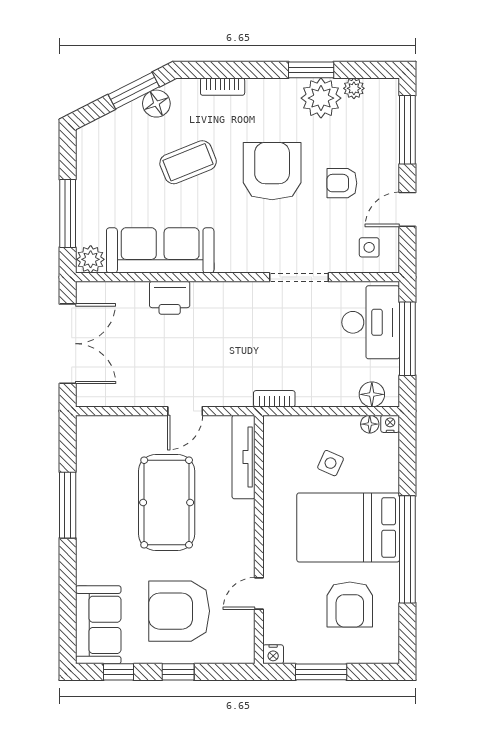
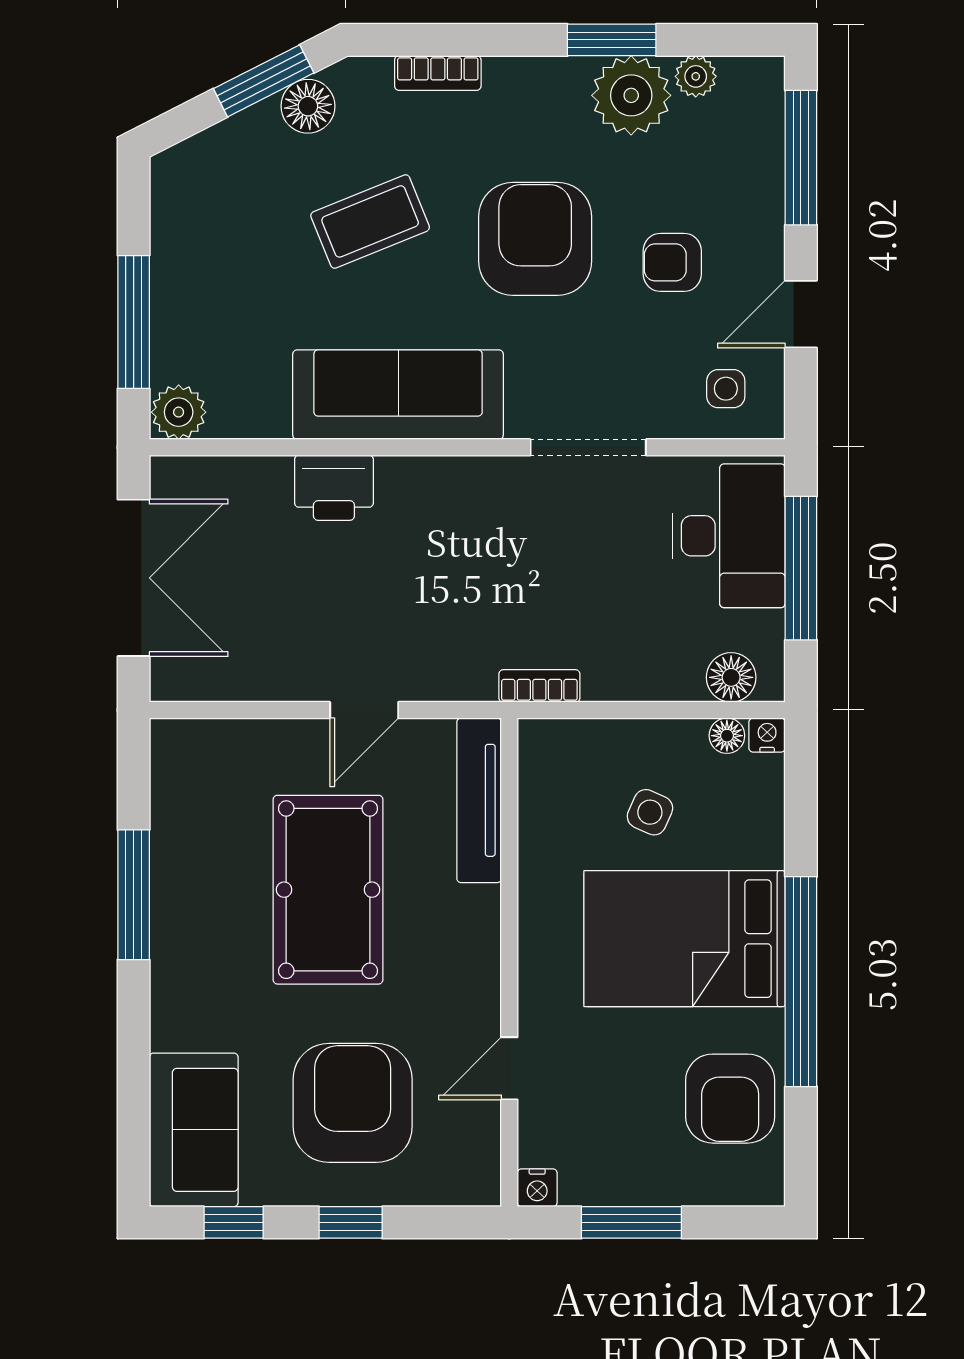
sofa: (160, 250) -> (398, 395), moved
armchair: (350, 604) -> (730, 1099), moved
armchair: (179, 611) -> (353, 1103), turned 90

